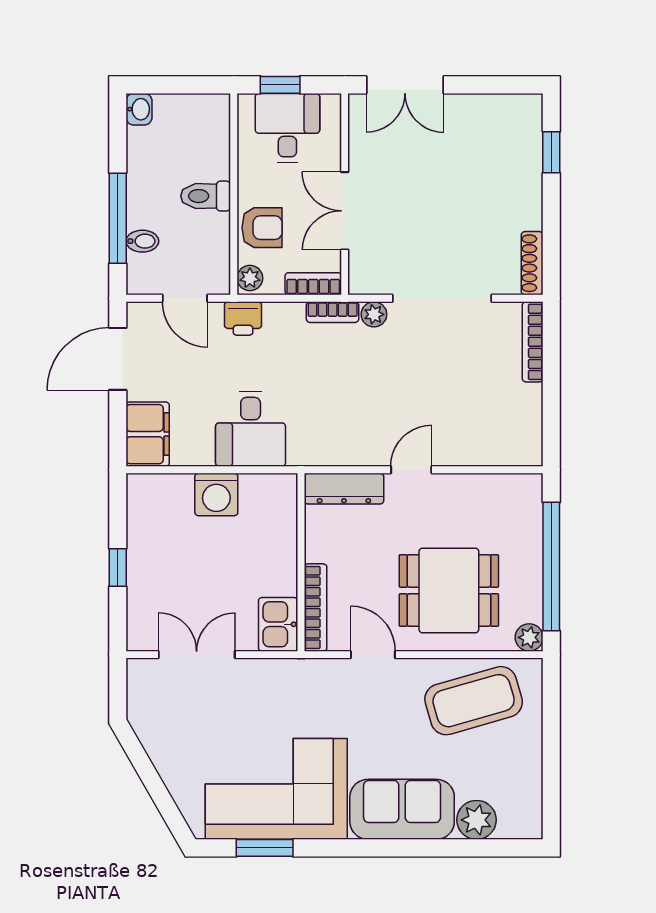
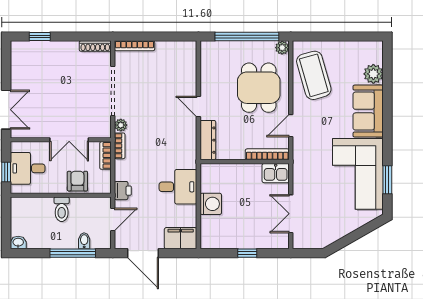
plant: (250, 278) -> (103, 187), removed

